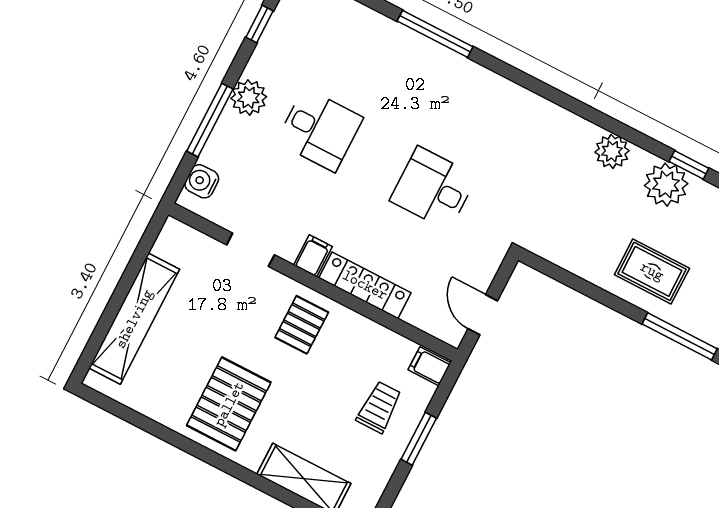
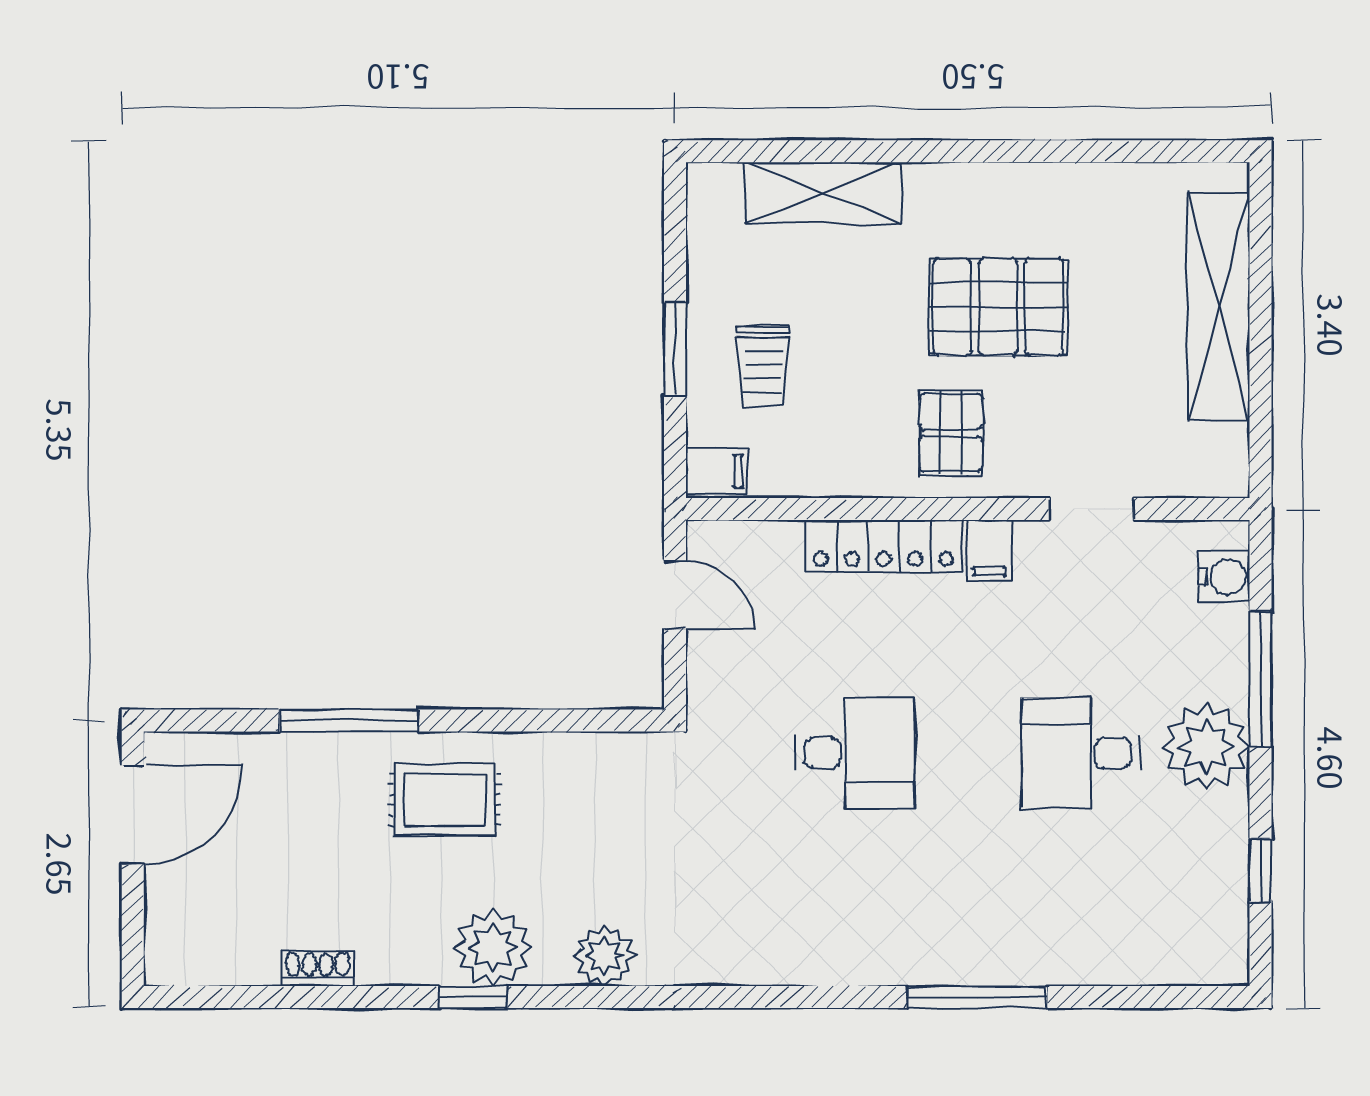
plant: (249, 97) -> (1206, 746), width x1.36, depth x1.36
pallet: (229, 404) -> (998, 307), moved, turned 90

